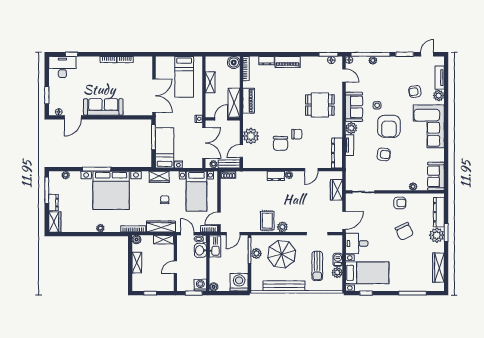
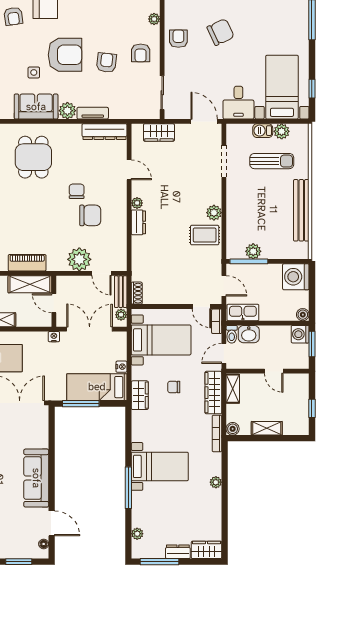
armchair: (390, 177) -> (141, 53), added
bed with nightstands: (111, 190) -> (160, 466), width x0.54
parasol: (282, 254) -> (254, 214), removed

